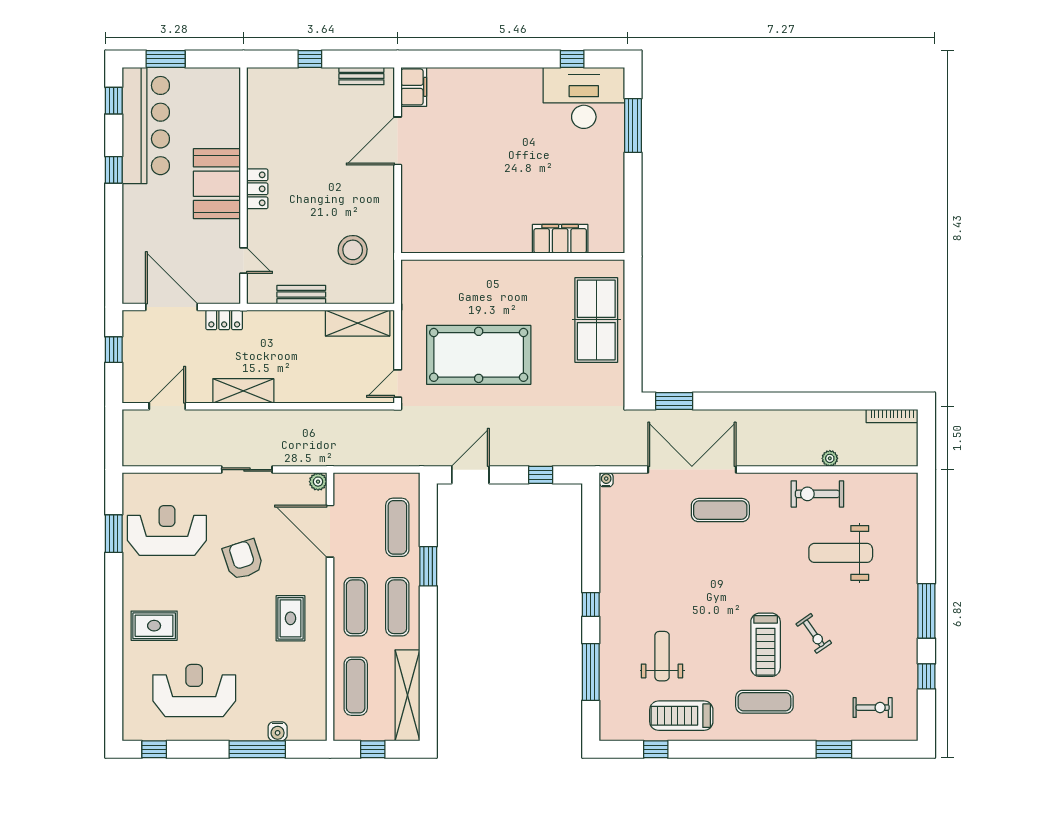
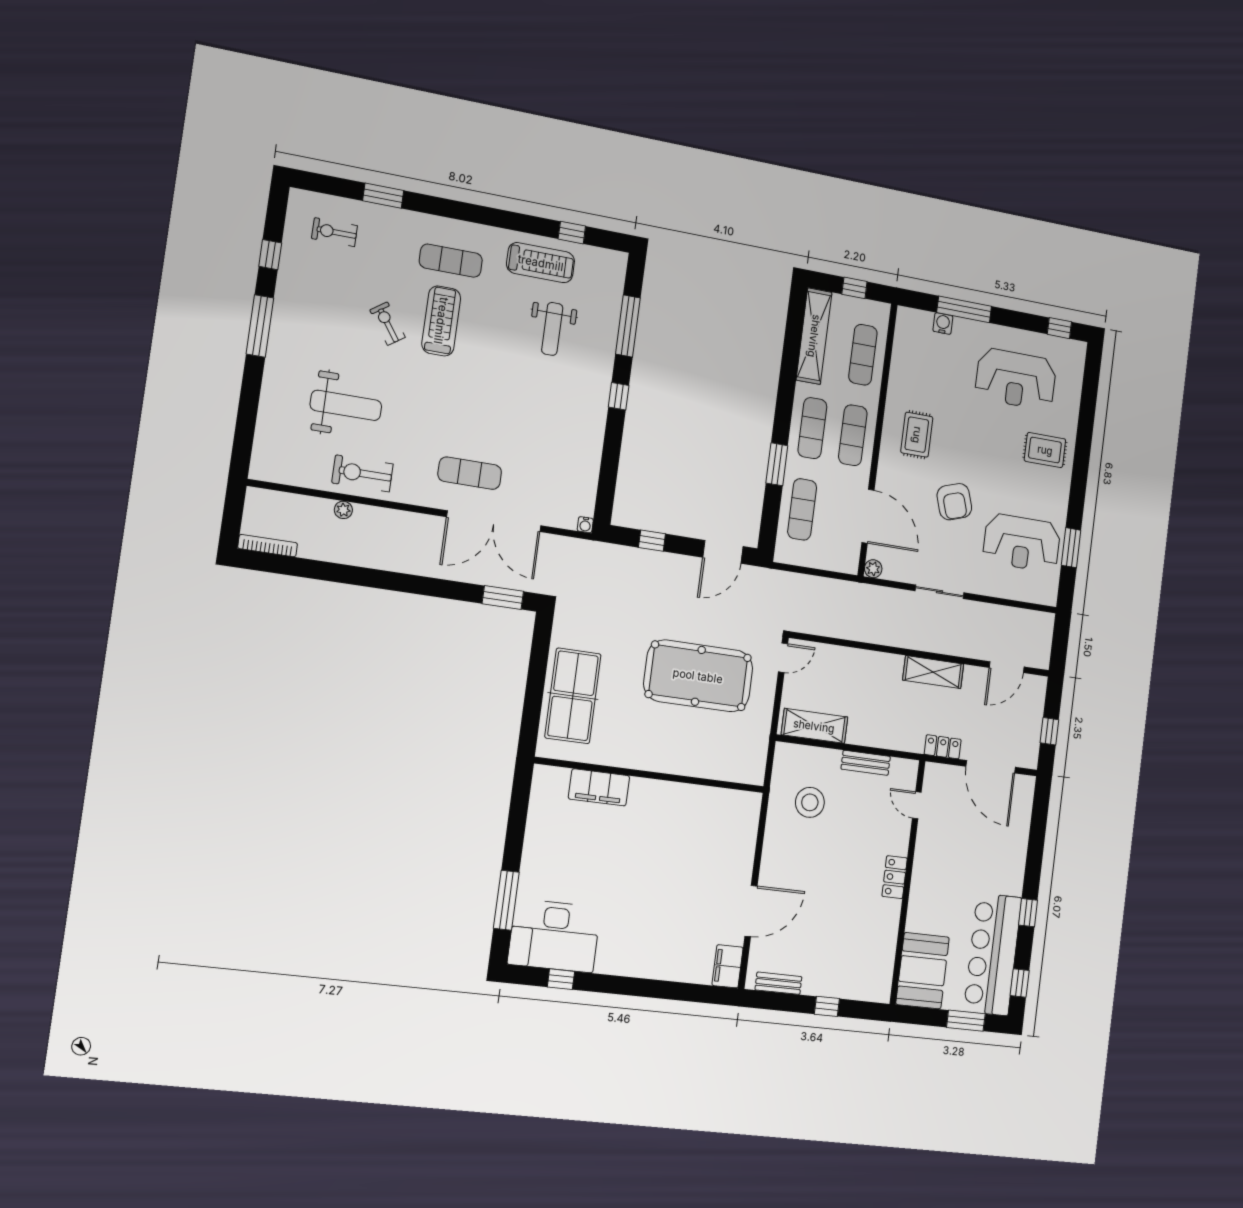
booth: (217, 184) -> (923, 971), moved
exercise bike: (817, 494) -> (362, 473), turned 180

